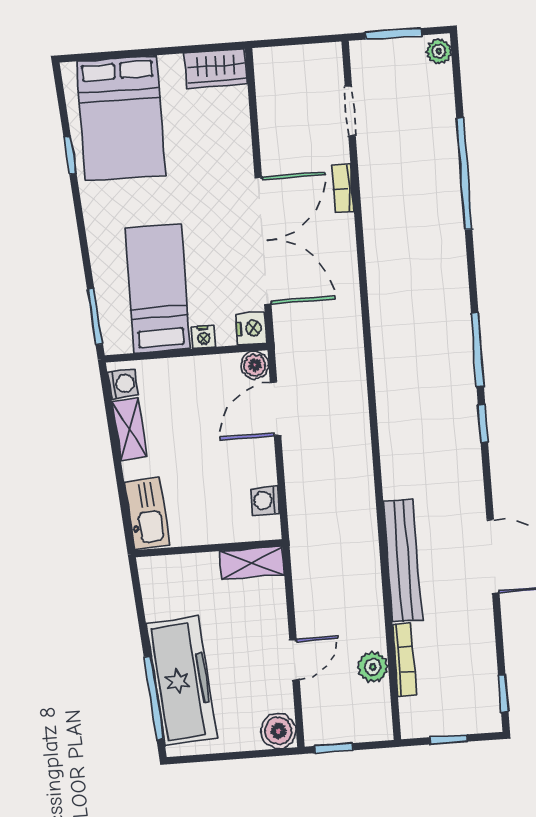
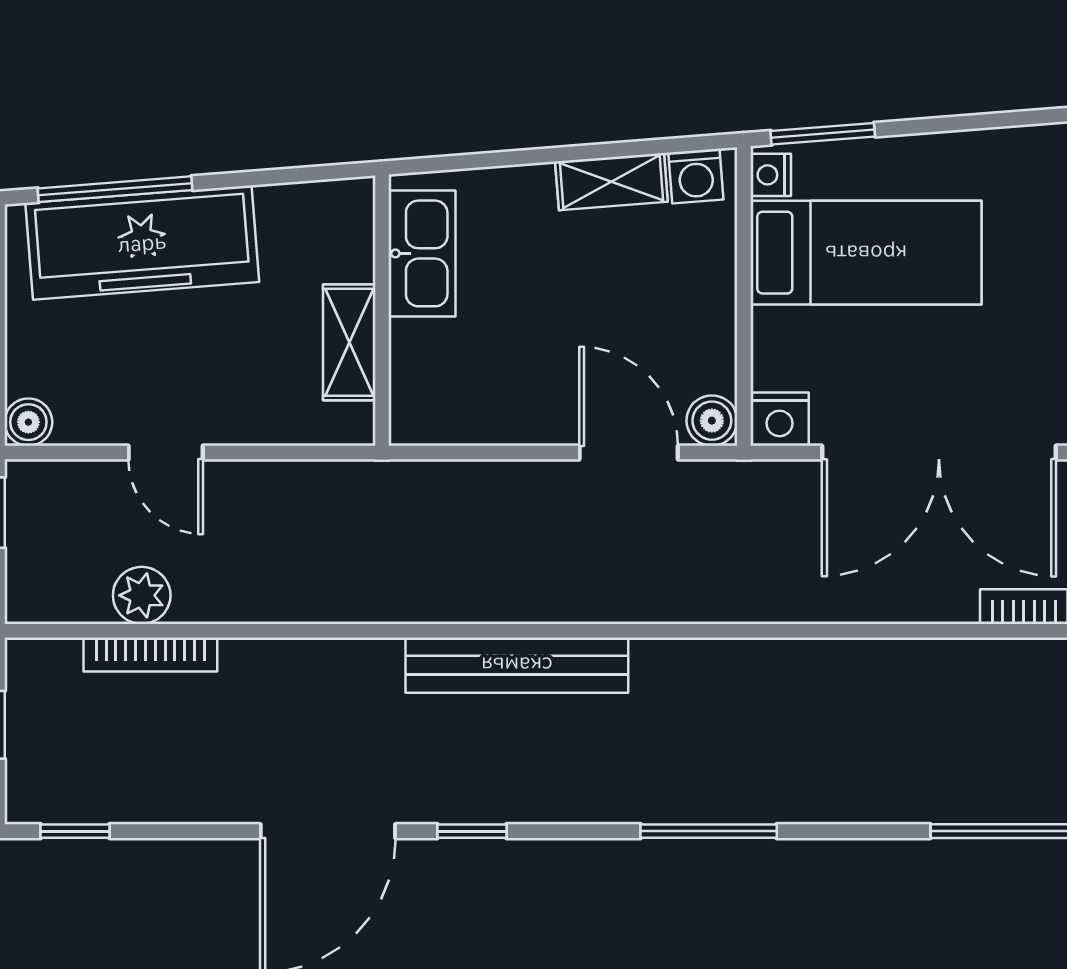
nightstand: (204, 337) -> (771, 175), moved
window: (483, 423) -> (472, 831), moved
washing machine: (265, 501) -> (462, 421), removed
kitchen sink: (147, 513) -> (422, 253), moved, turned -86
bench: (403, 560) -> (517, 665), moved
shelving: (252, 563) -> (349, 342), moved
boiler: (279, 731) -> (28, 422), width x0.73, depth x0.73

